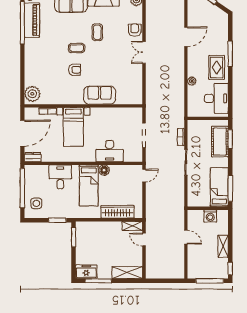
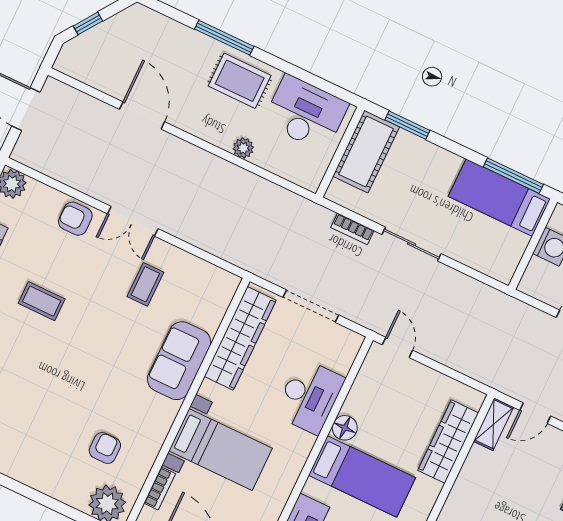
coffee table: (77, 48) -> (145, 284), moved
armchair: (75, 70) -> (105, 448), moved
wardrobe: (119, 114) -> (240, 338), added
cot: (220, 142) -> (366, 152), moved, turned 90

